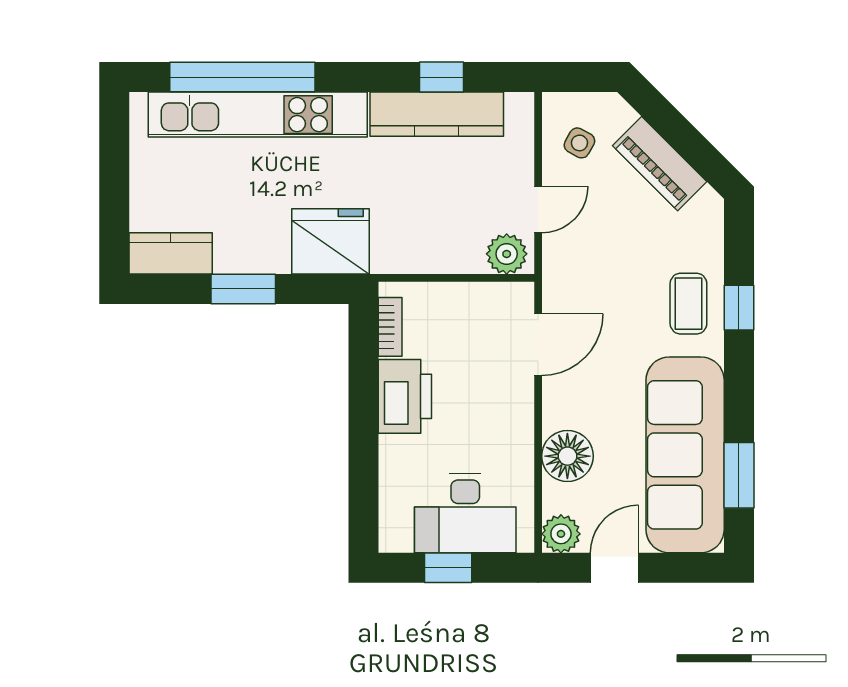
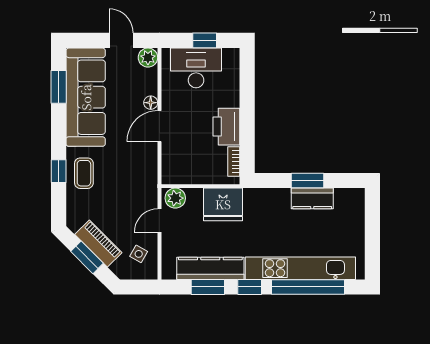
window: (359, 77) -> (250, 287), added
window: (442, 77) -> (208, 287), width x1.50
window: (682, 136) -> (87, 257), added
fridge: (331, 241) -> (223, 204), moved
kitchen counter: (171, 253) -> (312, 198), moved
door: (538, 345) -> (159, 126), moved
floor lamp: (567, 456) -> (151, 103), width x0.53, depth x0.53
door: (614, 568) -> (121, 40), swing flipped

